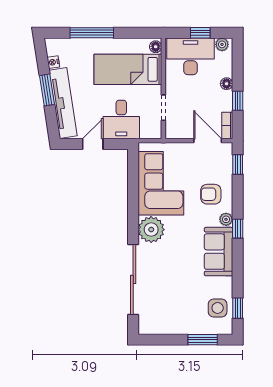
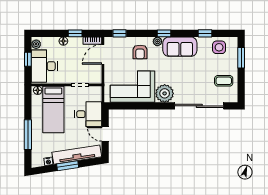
window: (238, 308) -> (205, 33), moved
coffee table: (169, 315) -> (224, 81), added

